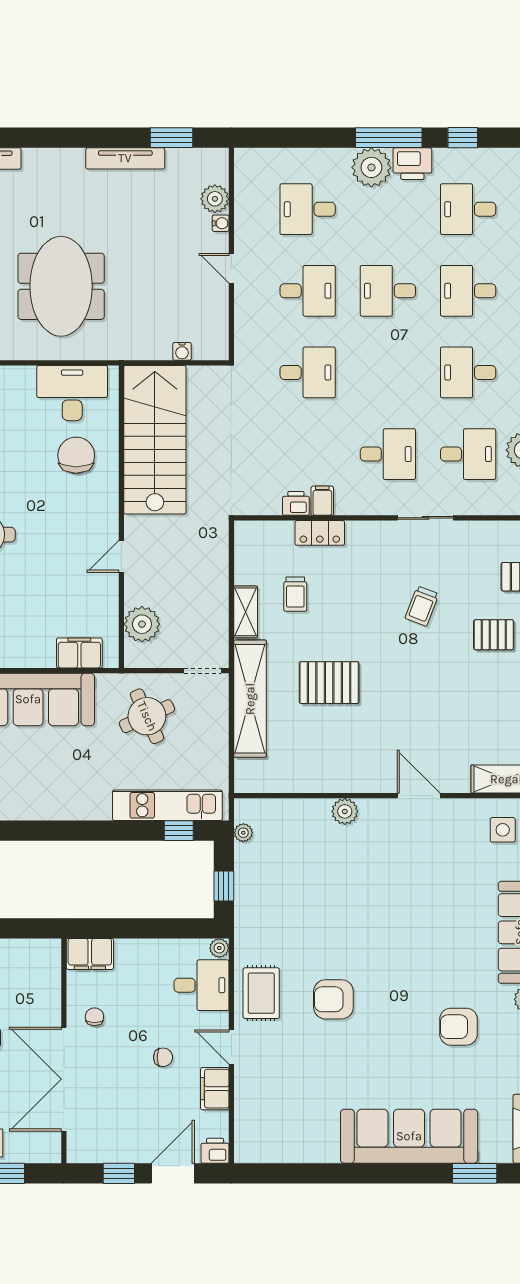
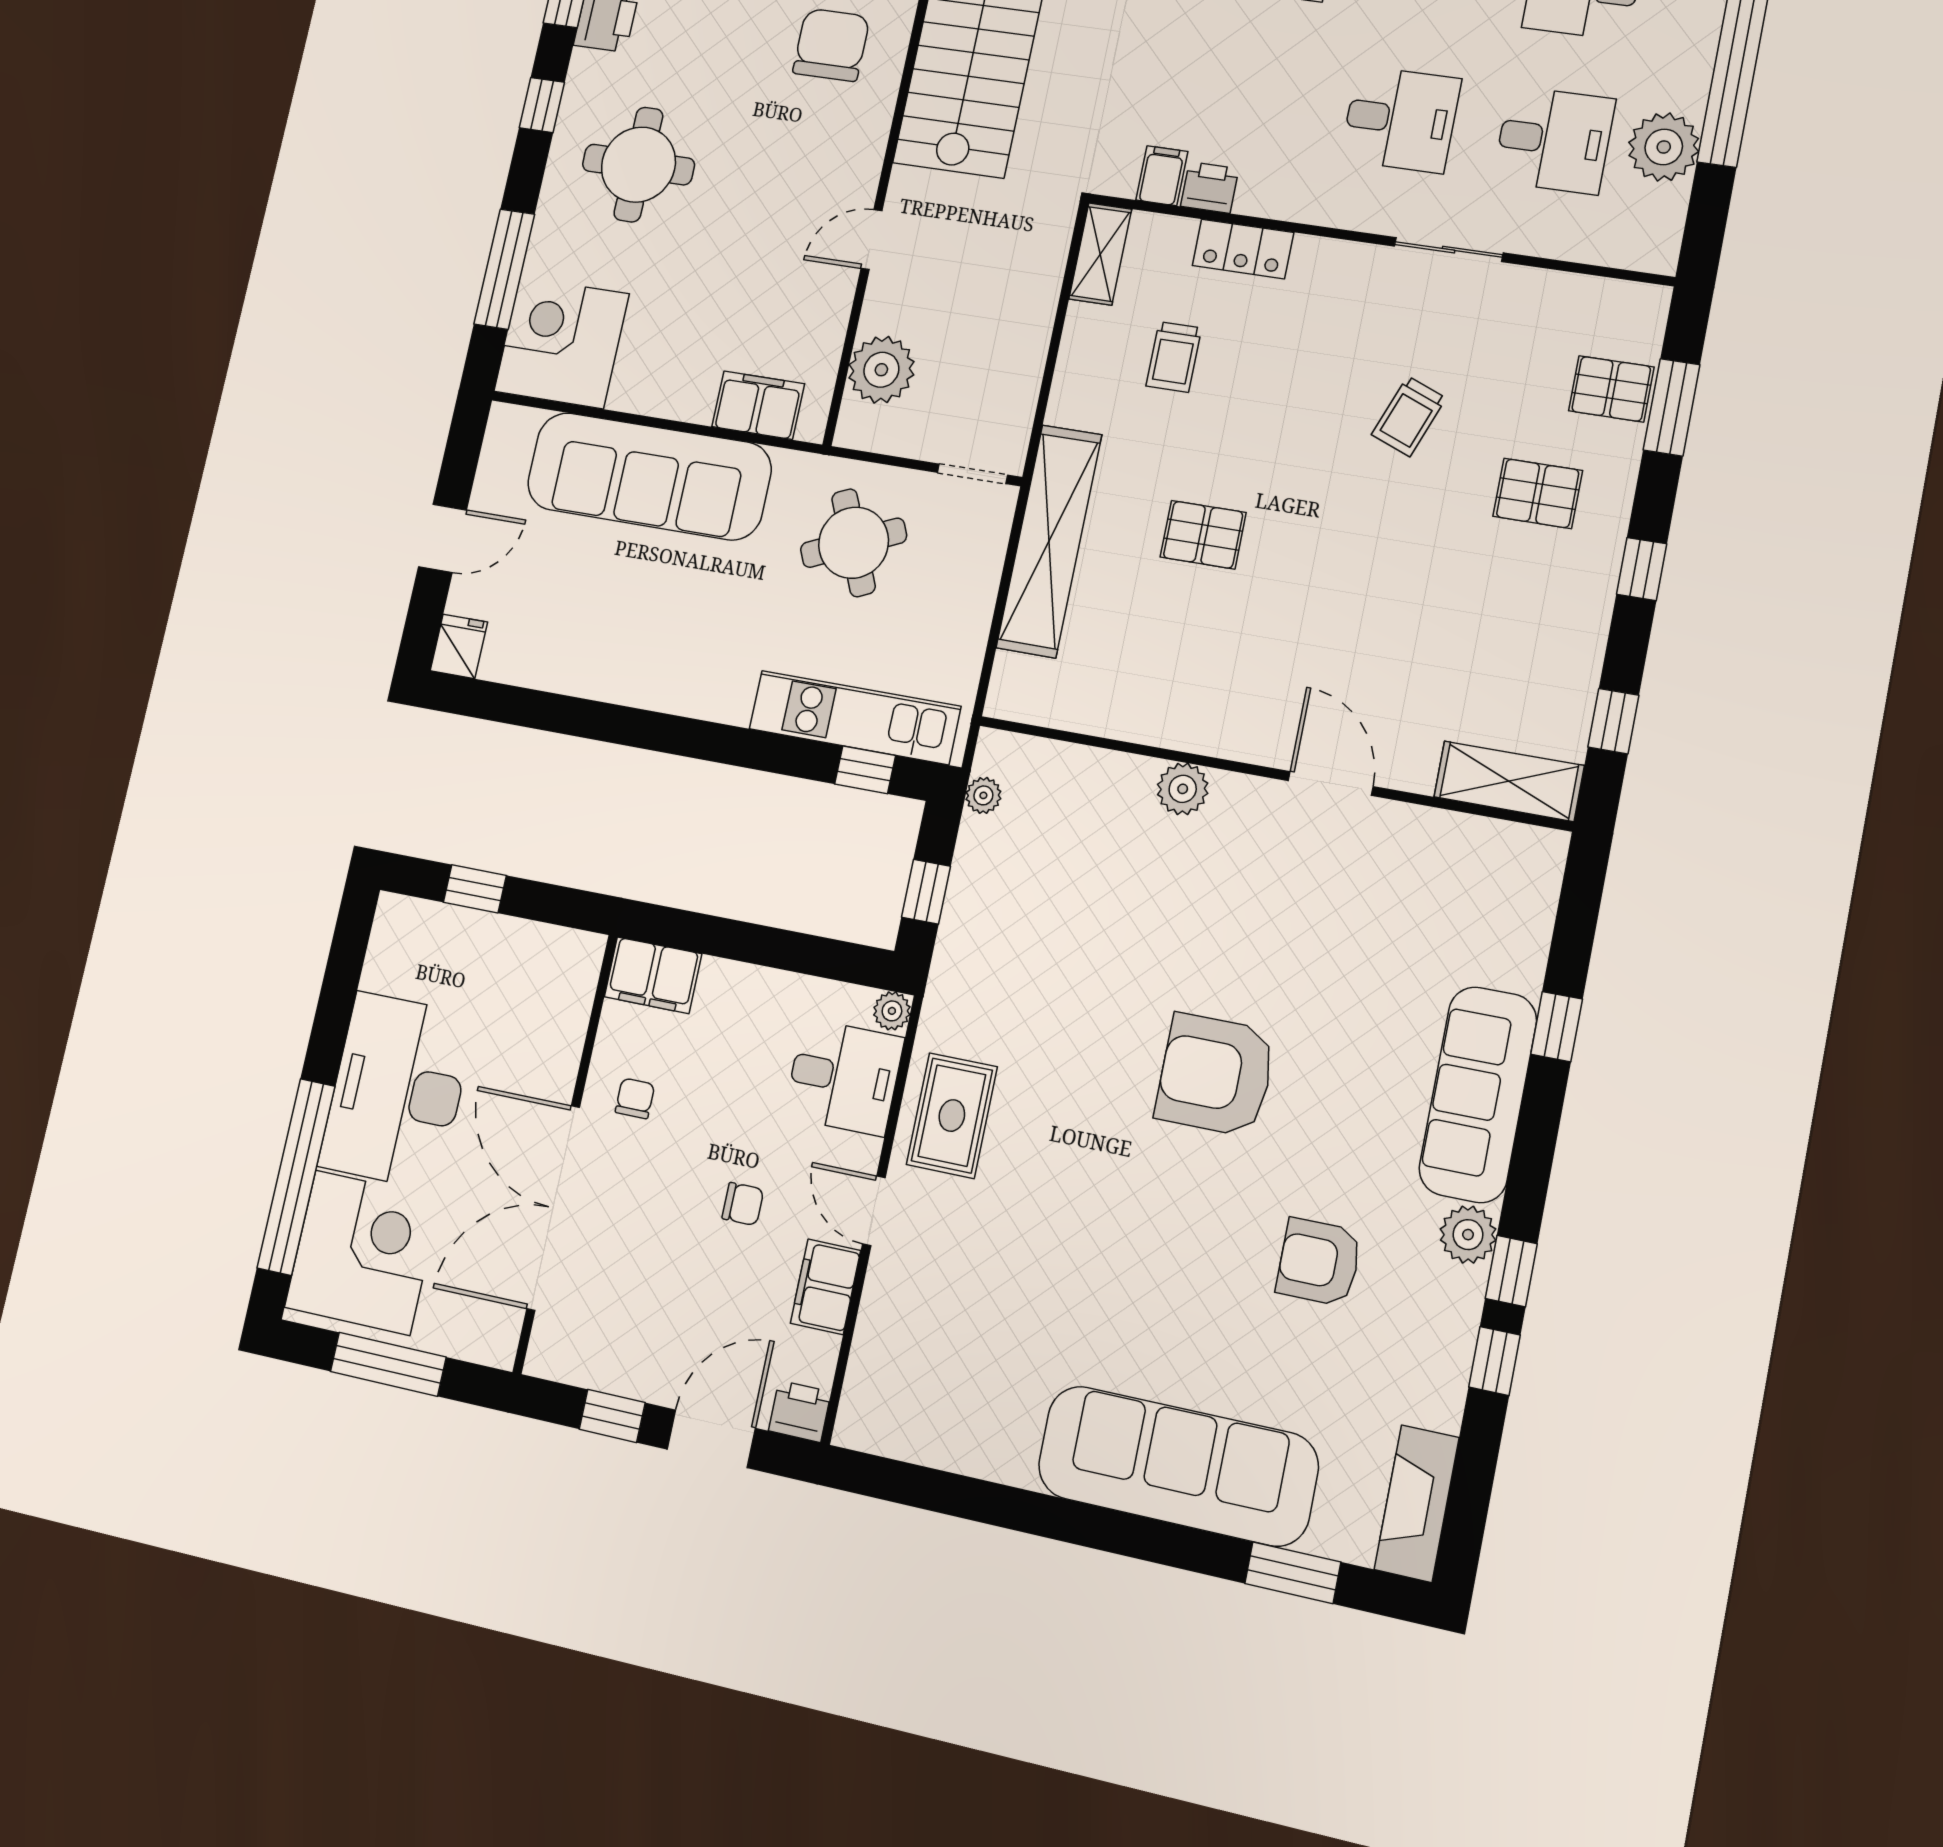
filing cabinet: (322, 501) -> (1162, 176), moved
shelving: (246, 612) -> (1100, 254), moved
pallet: (329, 683) -> (1203, 535), width x0.67, depth x0.71
side table: (503, 830) -> (1482, 881), removed
armchair: (333, 999) -> (1215, 1075), moved, width x1.36, depth x1.36

